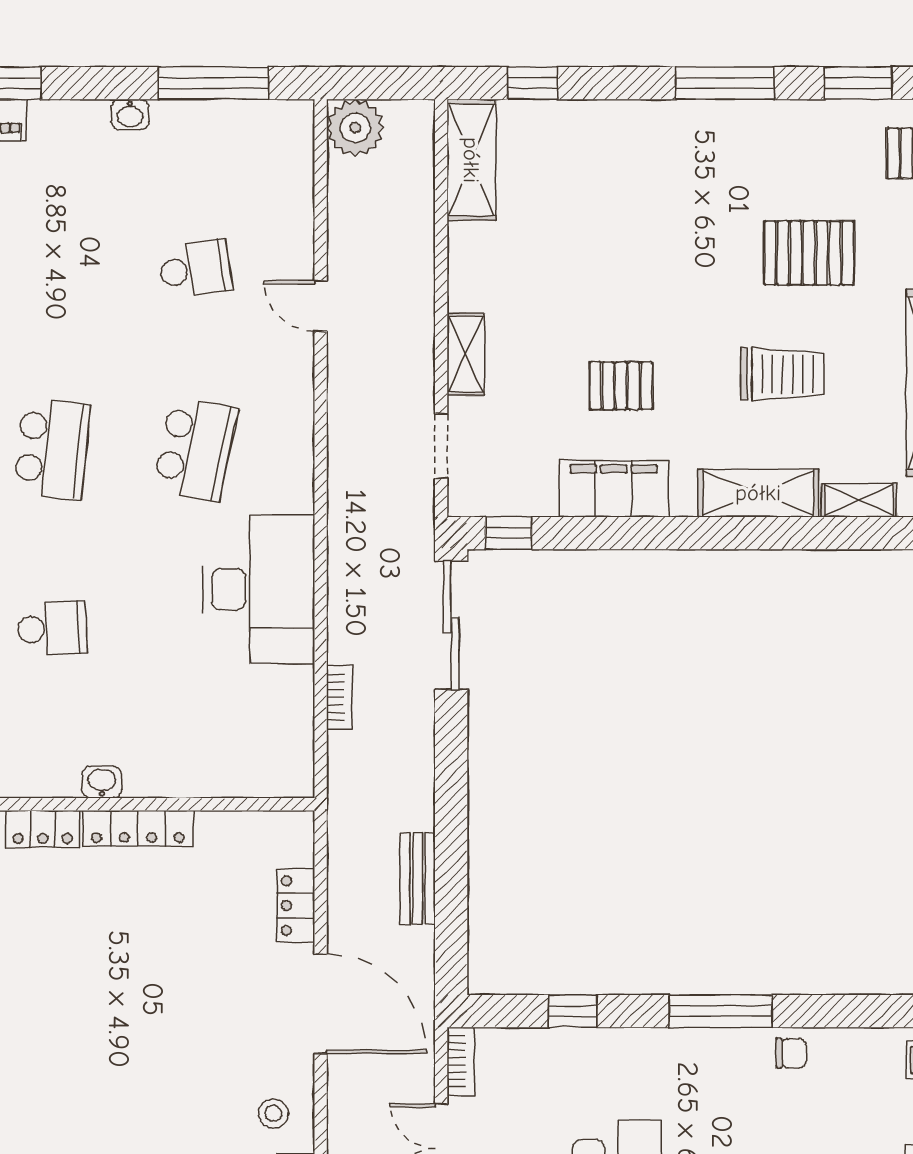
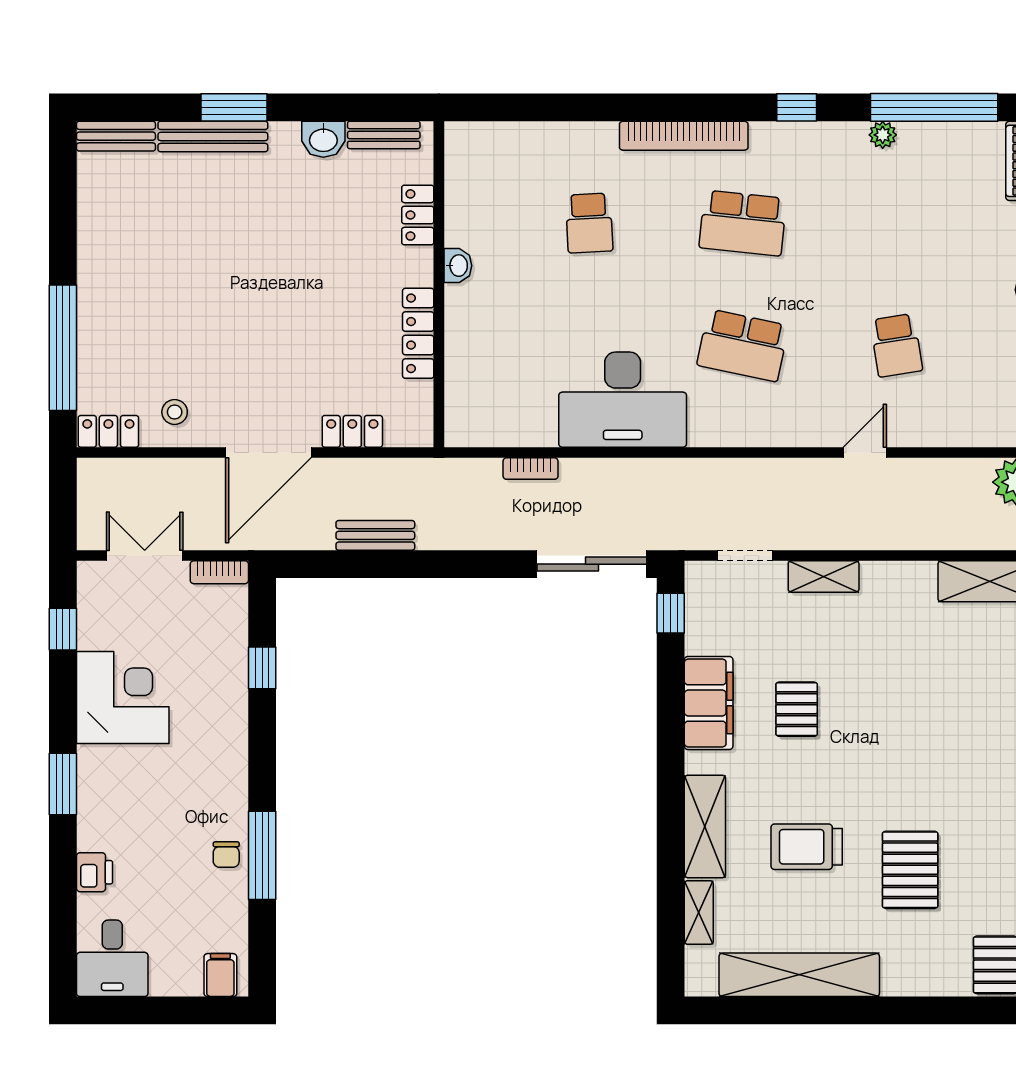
trolley: (782, 374) -> (807, 847), turned 90
locker: (138, 828) -> (418, 333), moved
window: (720, 1011) -> (262, 855), moved

